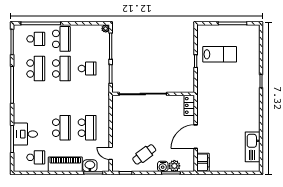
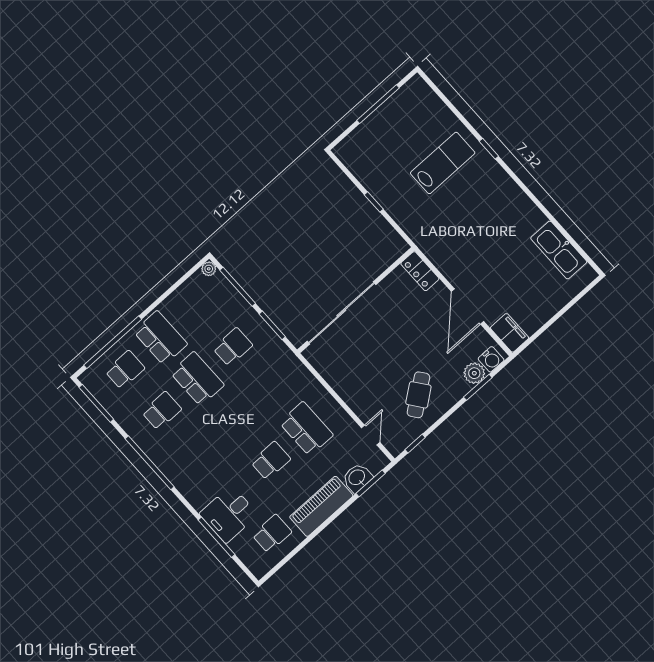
lab bench: (220, 54) -> (443, 163), moved
school desk: (36, 68) -> (162, 411), width x0.54
school desk: (61, 128) -> (271, 461), width x0.54
door: (111, 153) -> (371, 435), swing flipped
water cooler: (163, 166) -> (491, 359), moved

